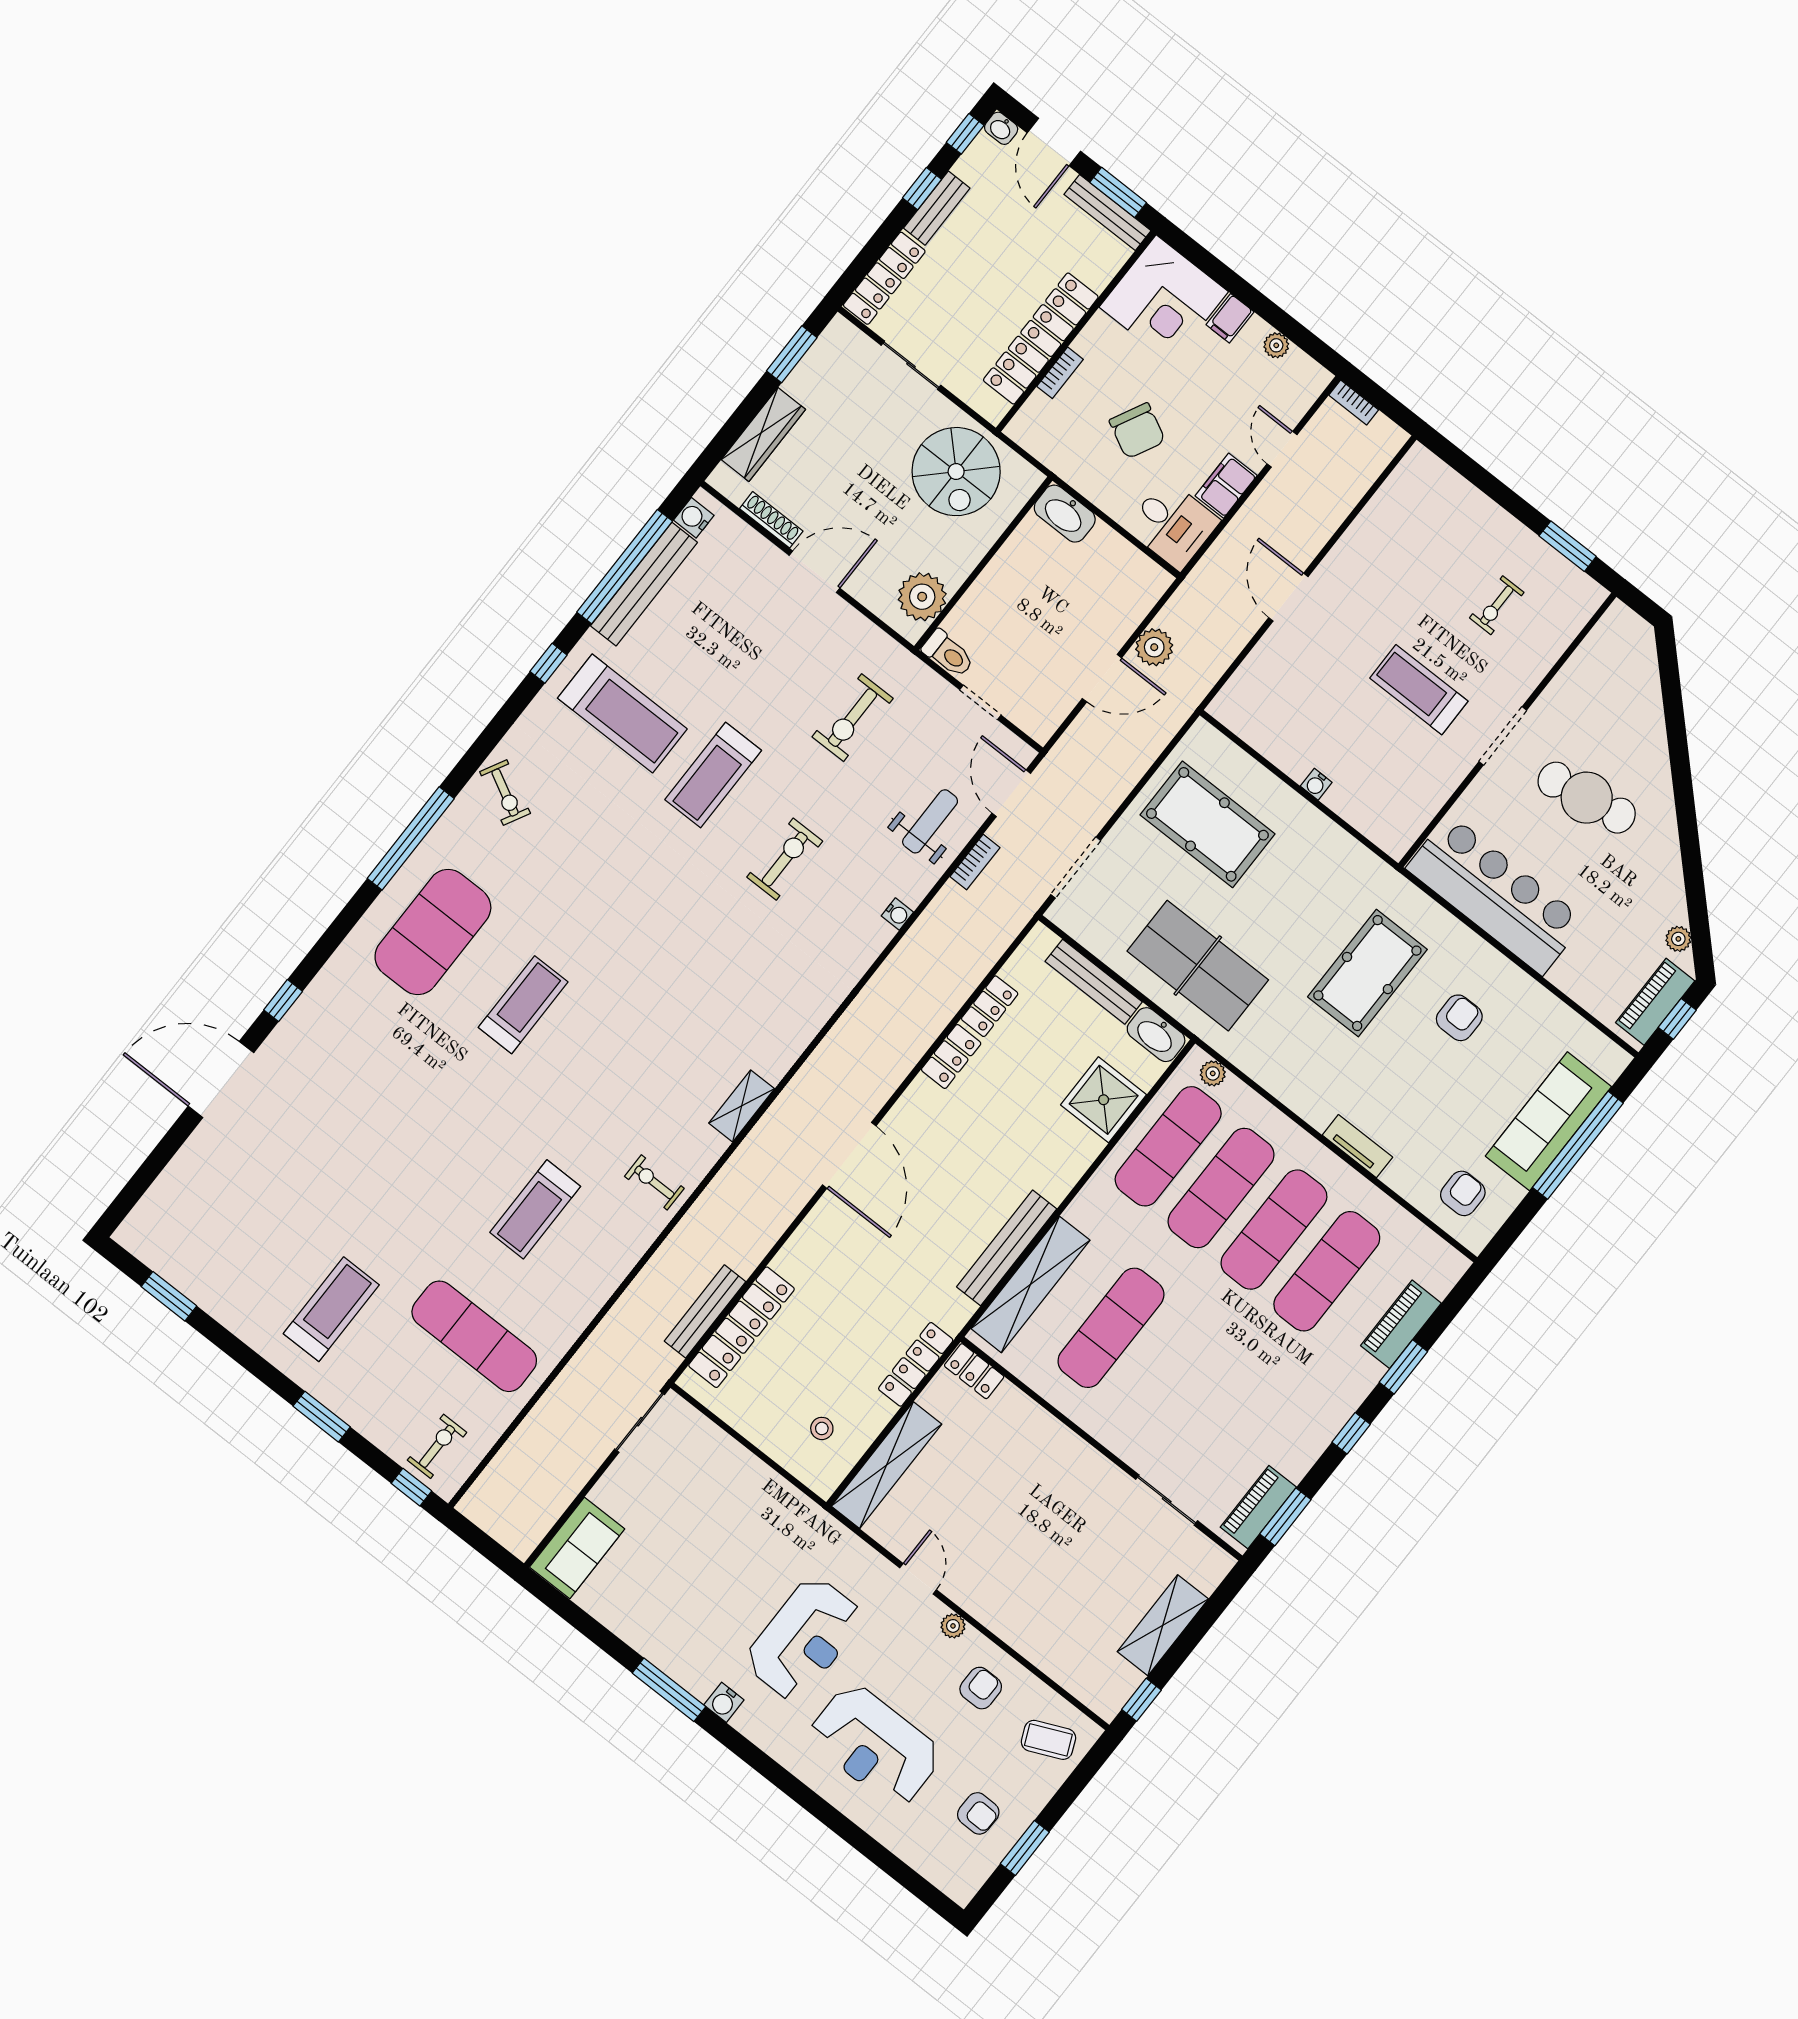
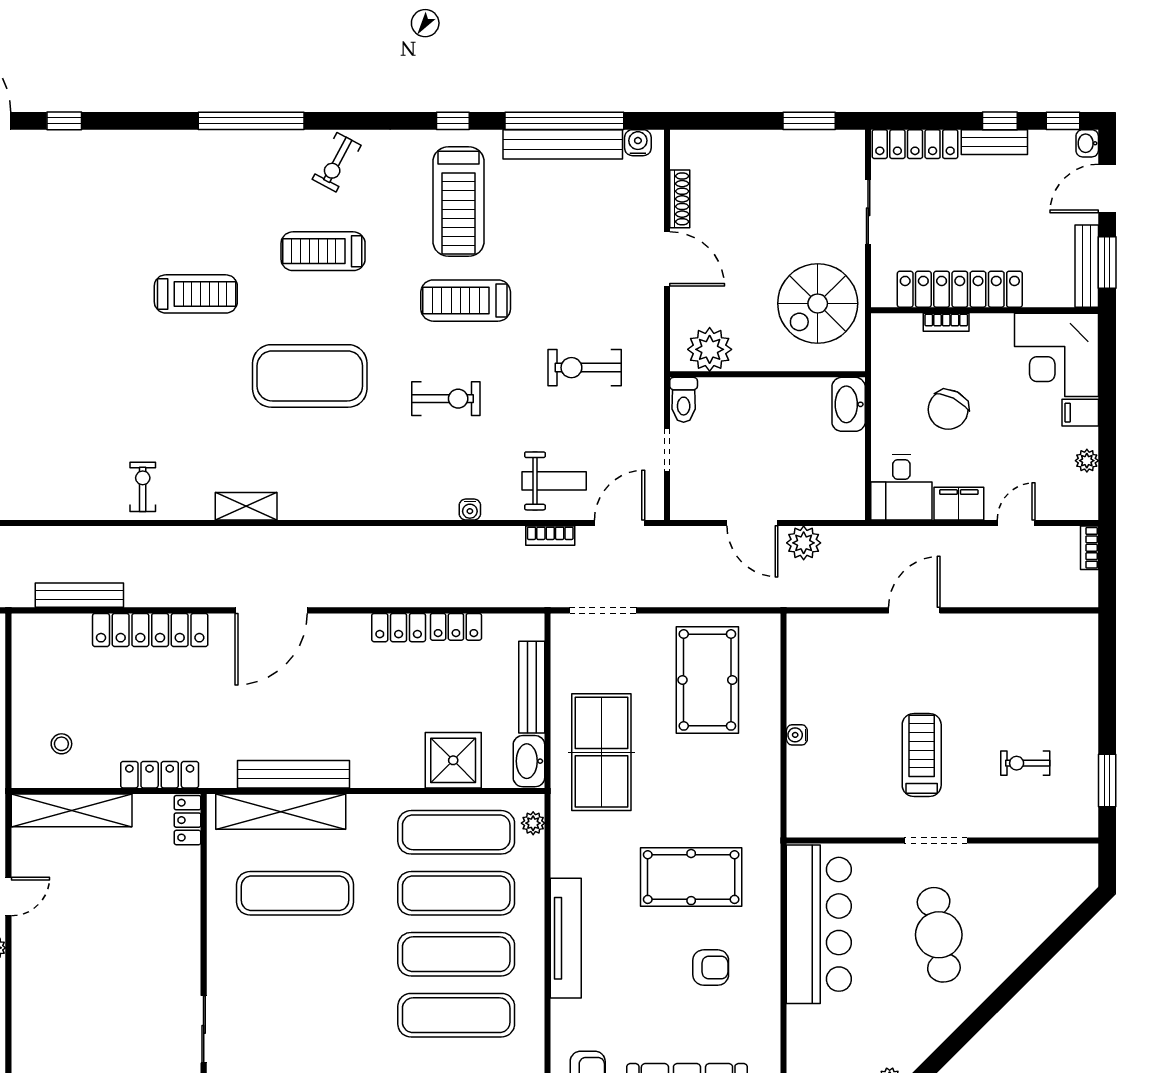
wardrobe: (763, 435) -> (736, 146), removed
exercise mat: (433, 932) -> (310, 376), moved
tv unit: (1357, 1146) -> (566, 938), width x1.92, depth x1.29
treadmill: (535, 1209) -> (323, 251), moved
locker: (741, 1327) -> (150, 630), moved

